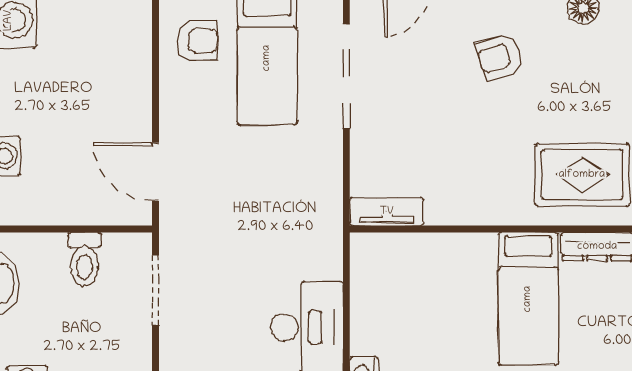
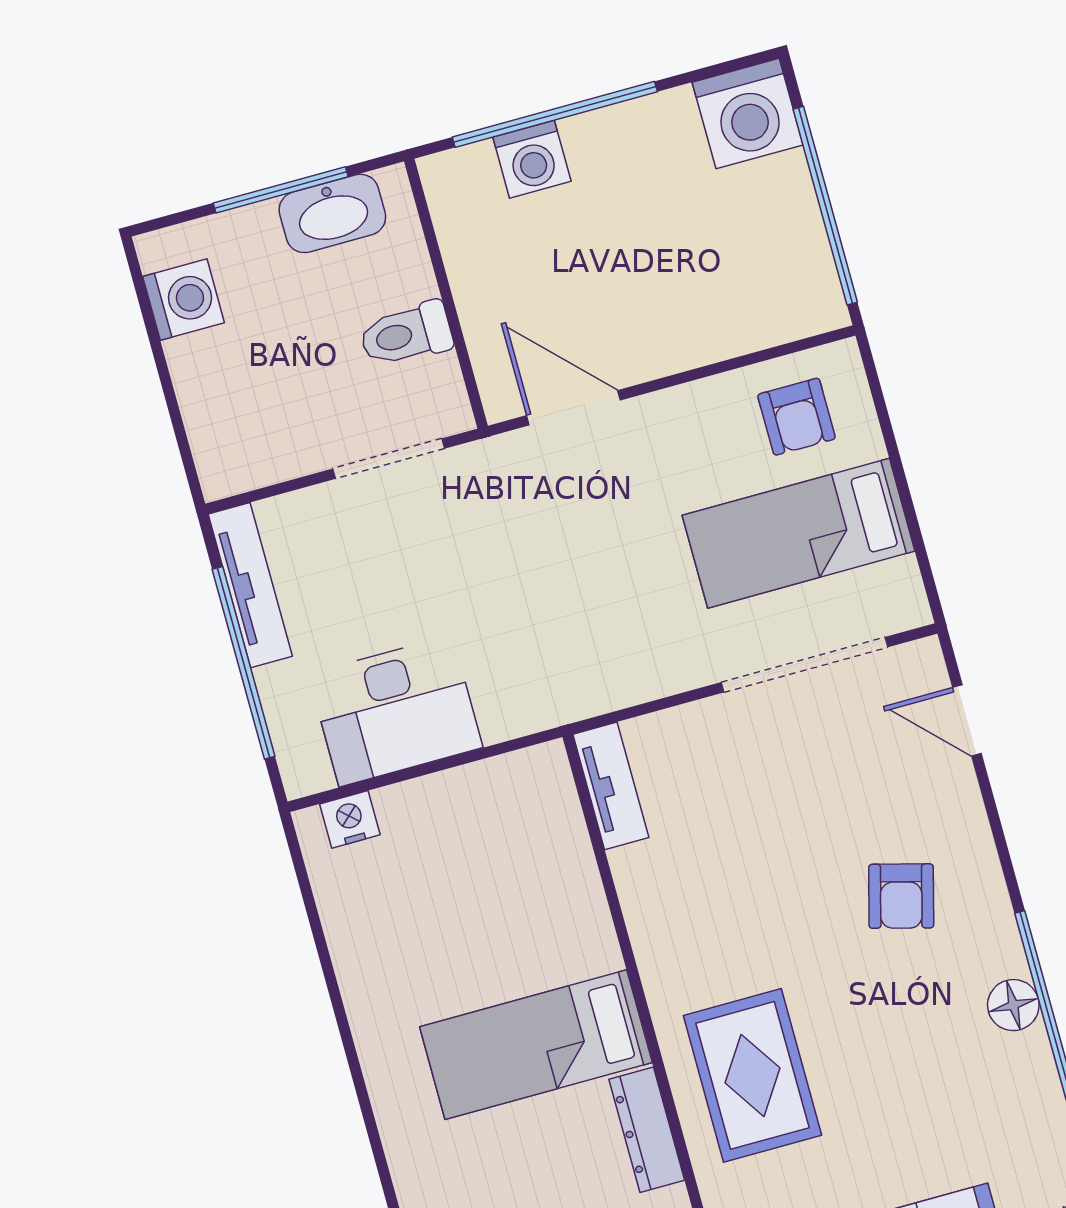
armchair: (500, 57) -> (901, 896), turned -148
door: (156, 172) -> (573, 408), hinge flipped

